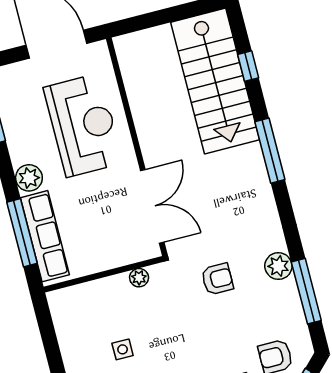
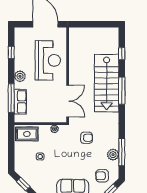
stairs: (215, 81) -> (107, 83), moved
row of seats: (45, 236) -> (20, 102), width x0.68
plant: (278, 266) -> (113, 155), moved
rug: (79, 306) -> (27, 134), added

